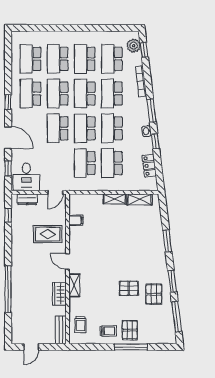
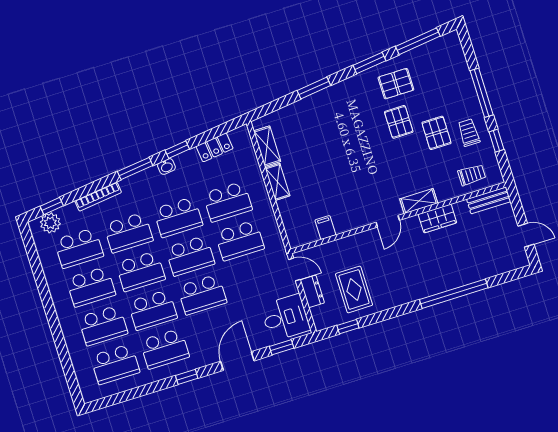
dresser: (27, 199) -> (312, 291), moved
rug: (48, 234) -> (354, 289), moved
pallet: (130, 330) -> (436, 133), moved, turned 90
window: (97, 347) -> (497, 141), added

